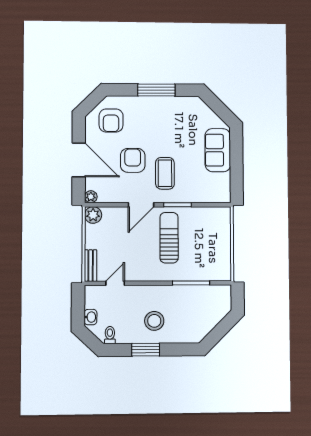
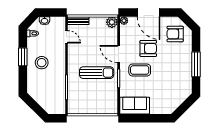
sofa: (218, 150) -> (135, 106), moved
door: (79, 160) -> (149, 12), hinge flipped

